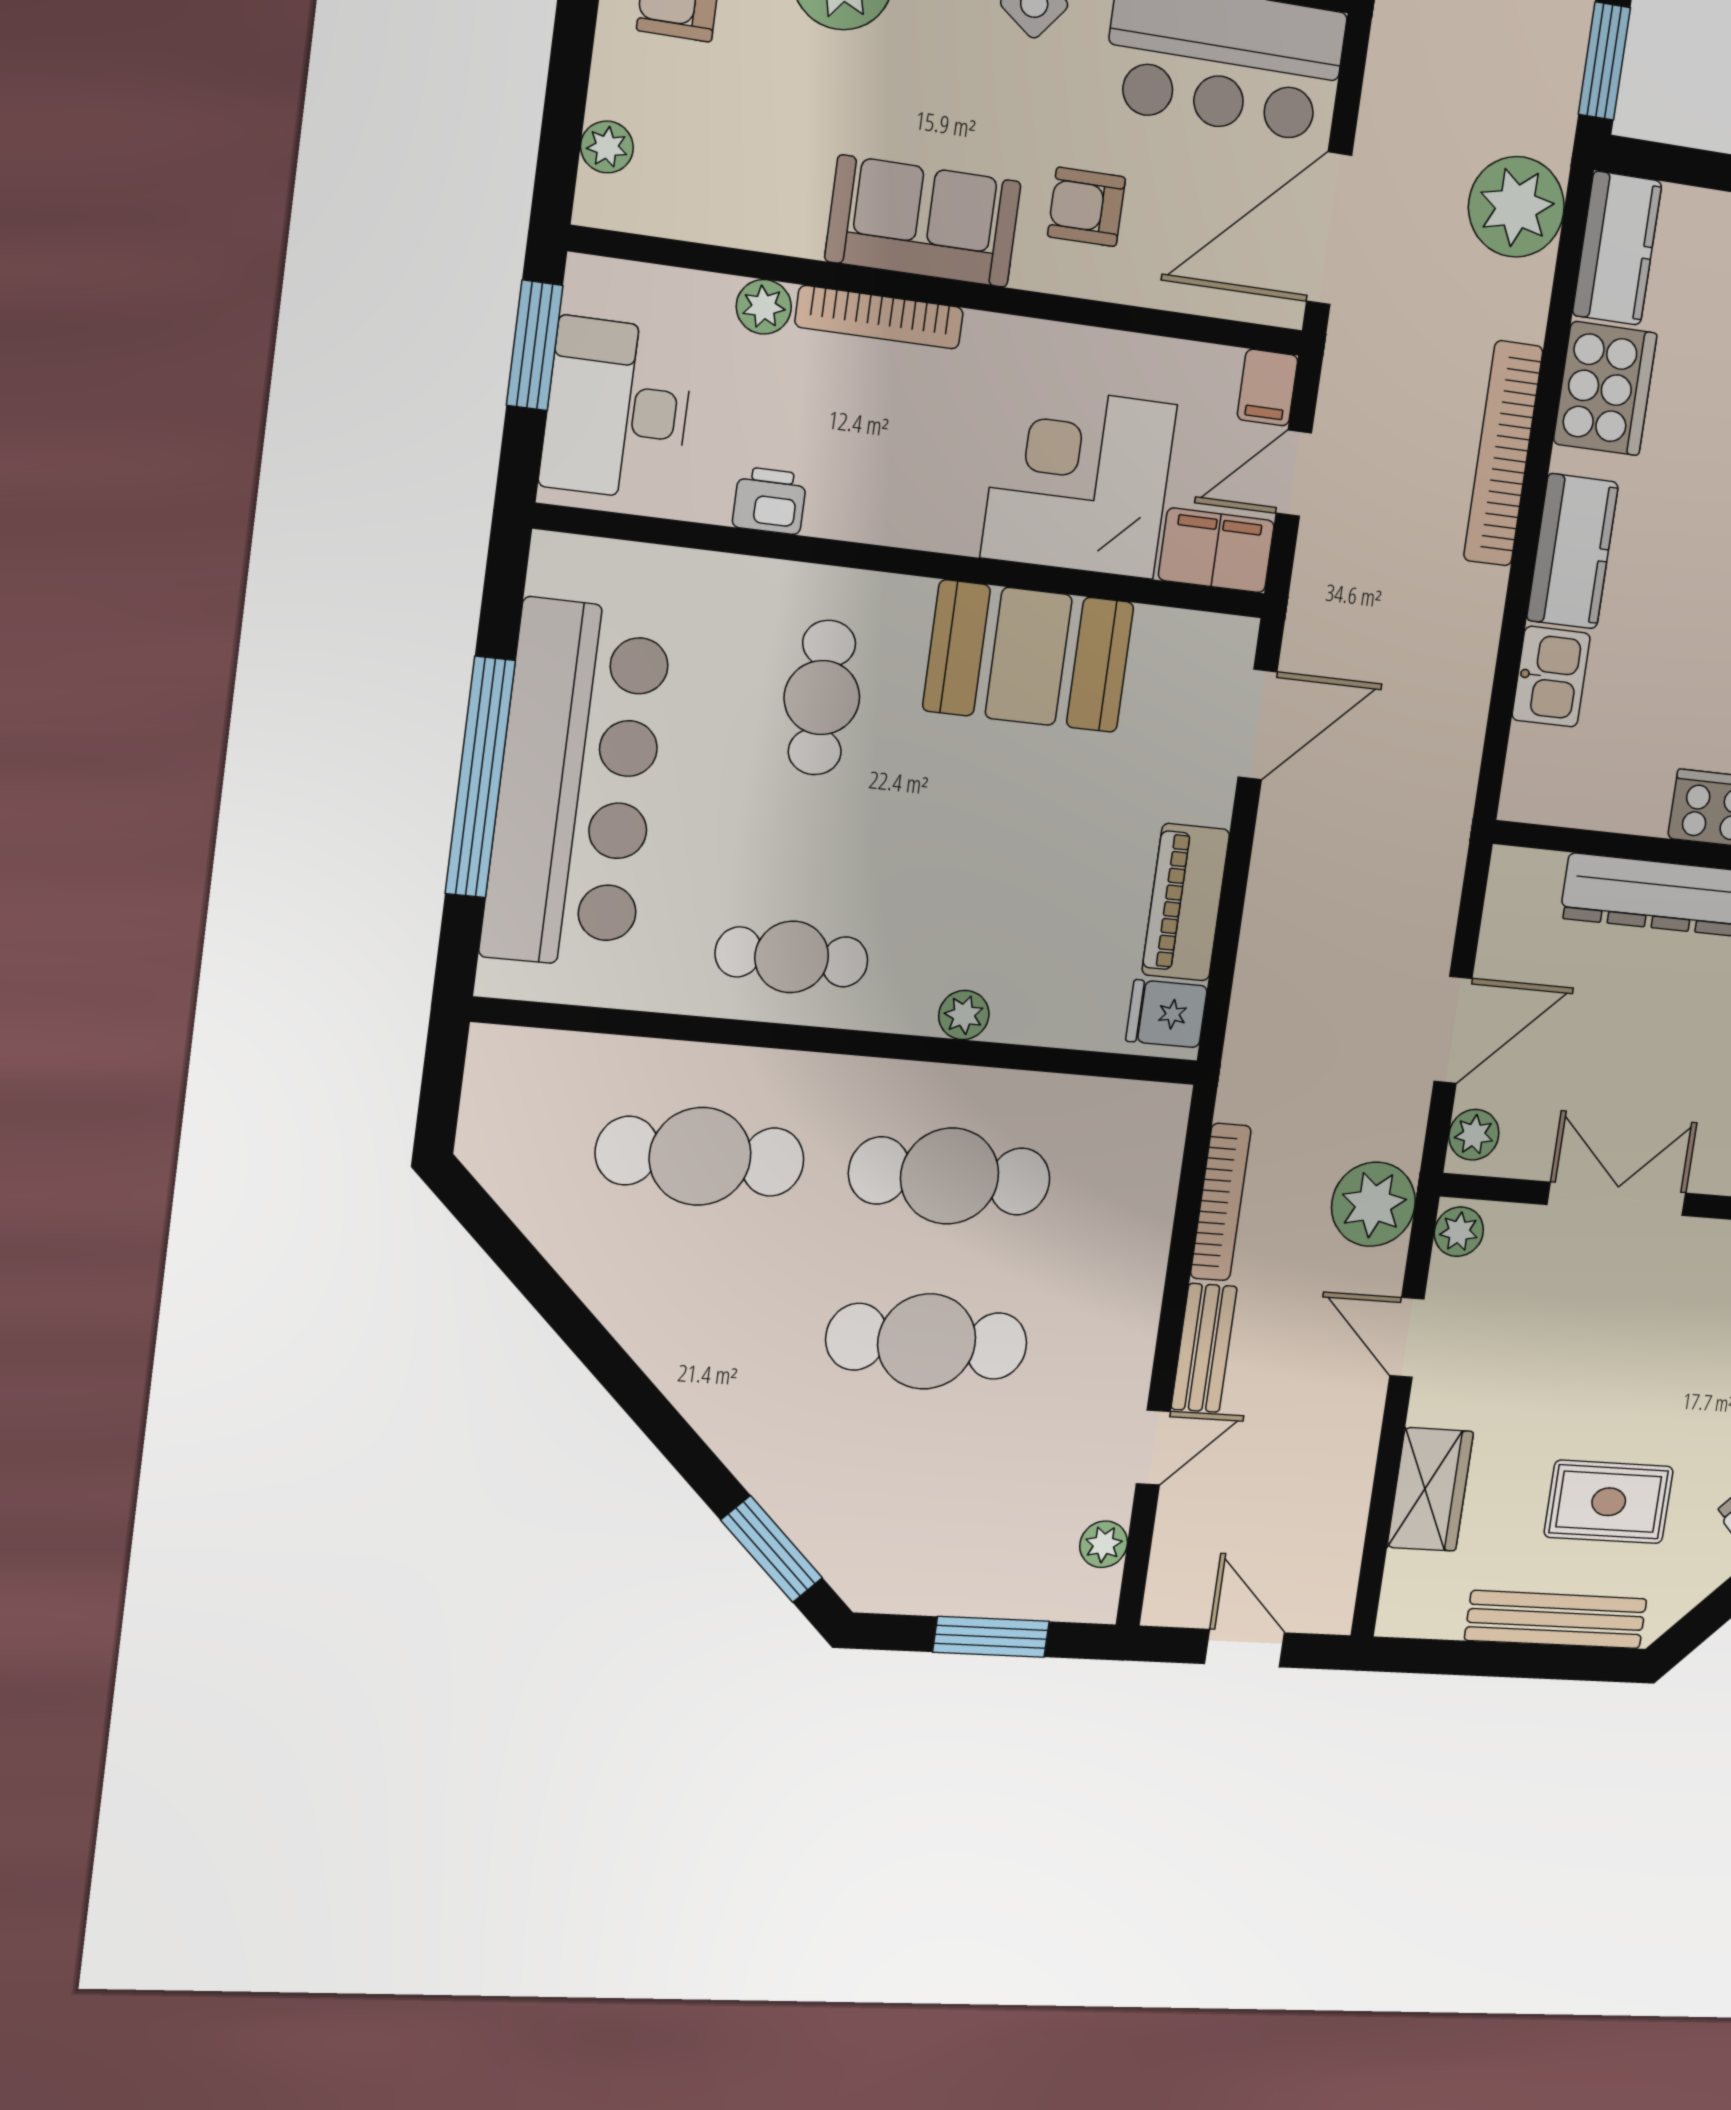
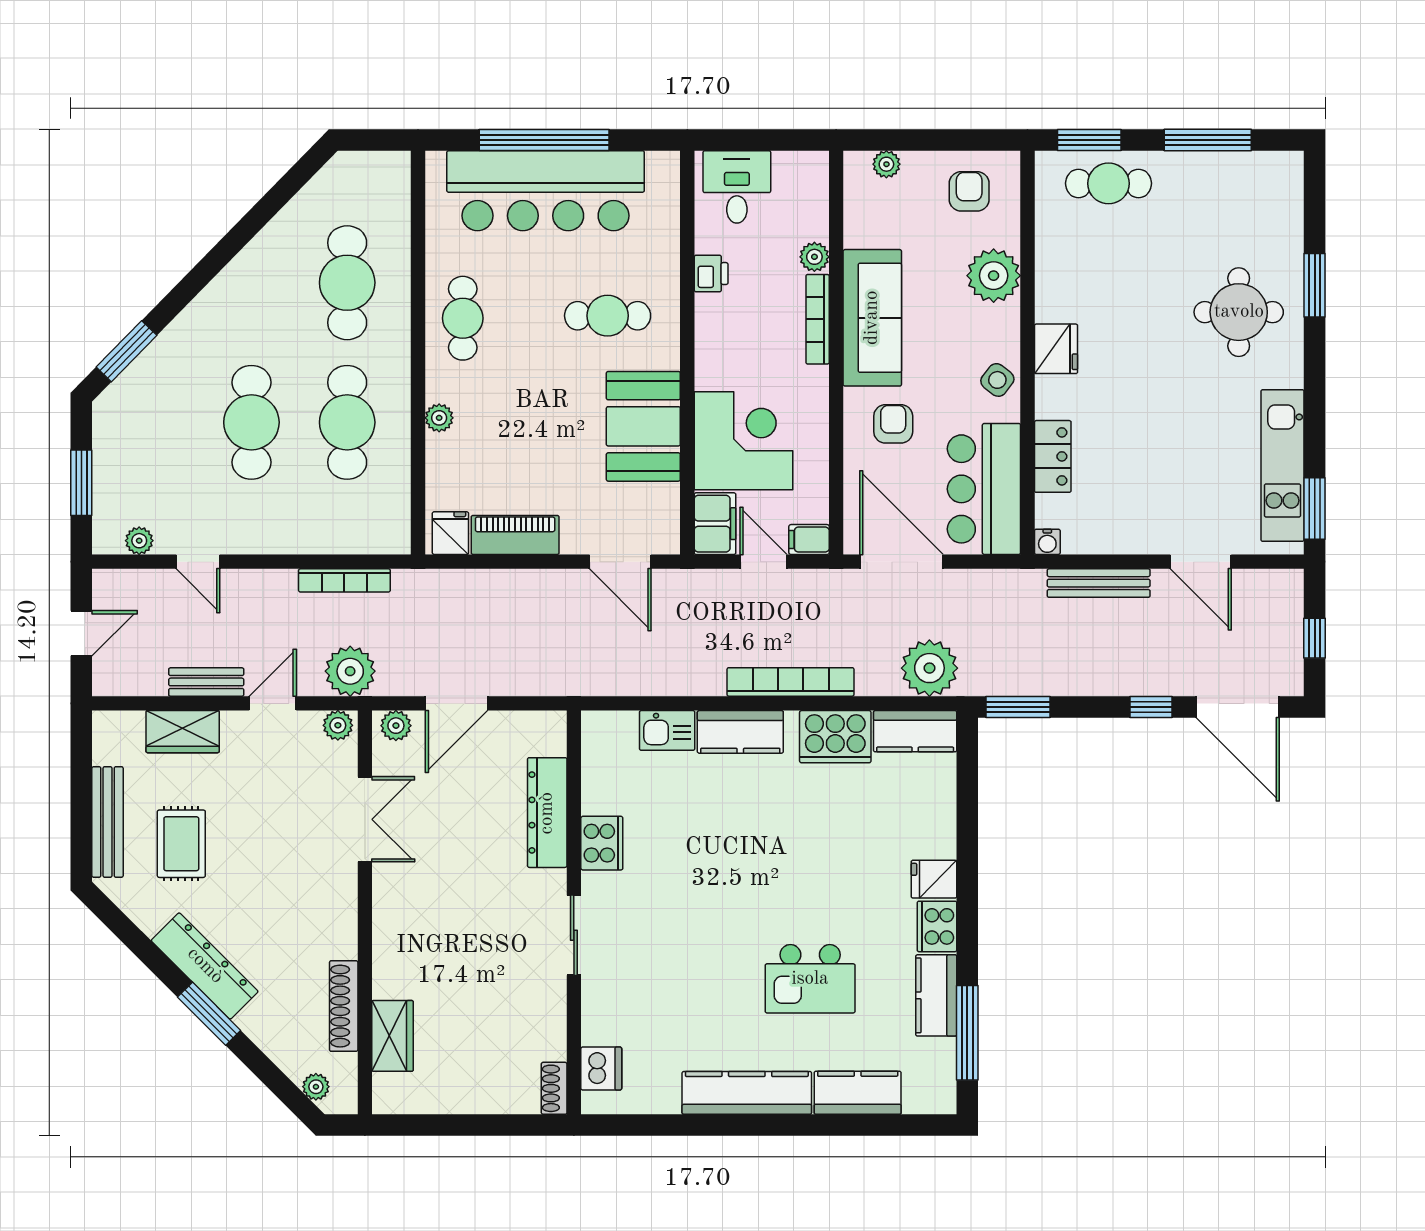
sofa: (923, 221) -> (872, 318), width x1.36
window: (535, 345) -> (777, 140), removed
desk: (617, 409) -> (737, 187), width x0.73
door: (1453, 1030) -> (456, 703), hinge flipped
bench: (1204, 1348) -> (206, 682), moved

